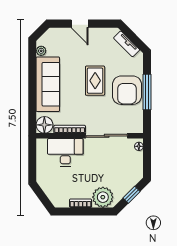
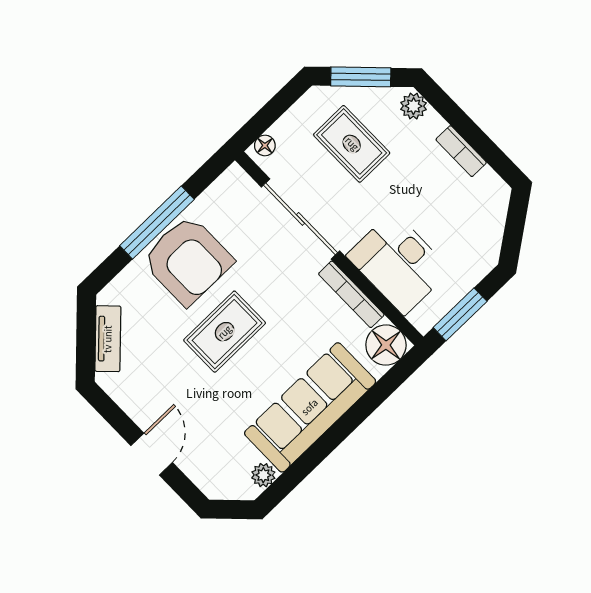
armchair: (127, 90) -> (188, 260), turned 90
window: (32, 156) -> (460, 314), added
rug: (114, 173) -> (352, 144), added
window: (132, 195) -> (361, 77), width x1.50
plant: (103, 197) -> (414, 106), width x0.53, depth x0.53

